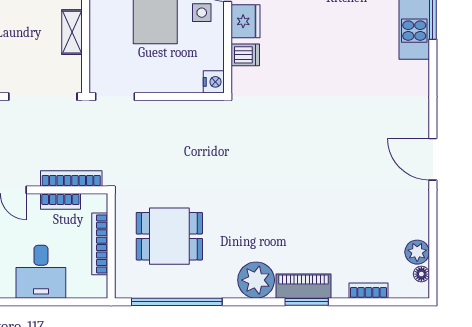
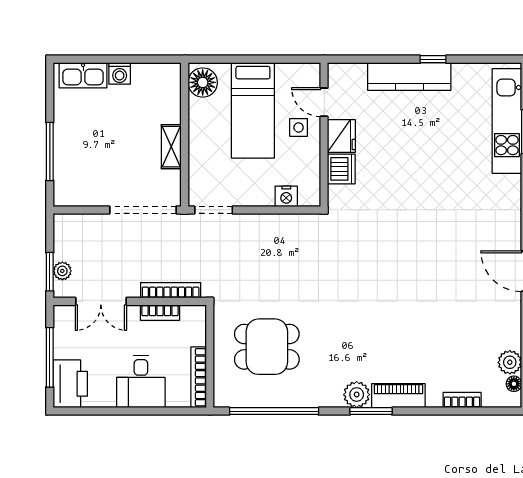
dishwasher: (245, 55) -> (341, 169), width x1.38
nightstand: (214, 82) -> (286, 196), moved, turned 90
bookcase: (100, 244) -> (199, 377), moved
plant: (256, 280) -> (357, 395), width x0.73, depth x0.73
window: (307, 302) -> (371, 411), moved

